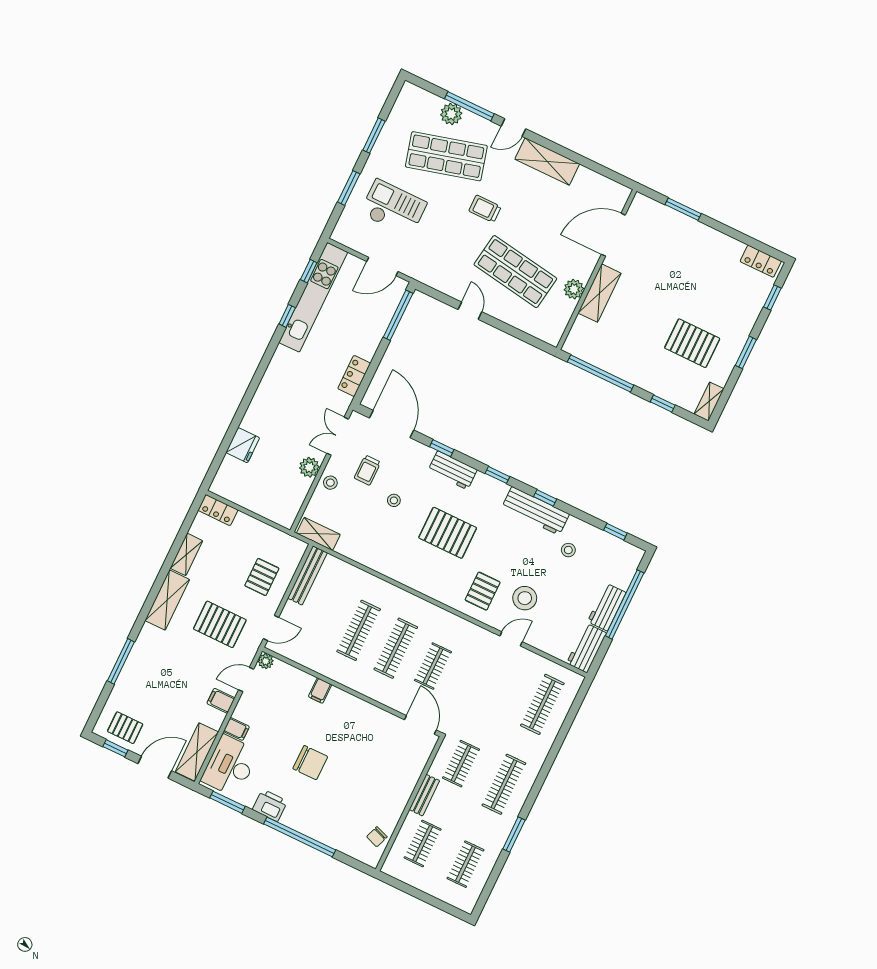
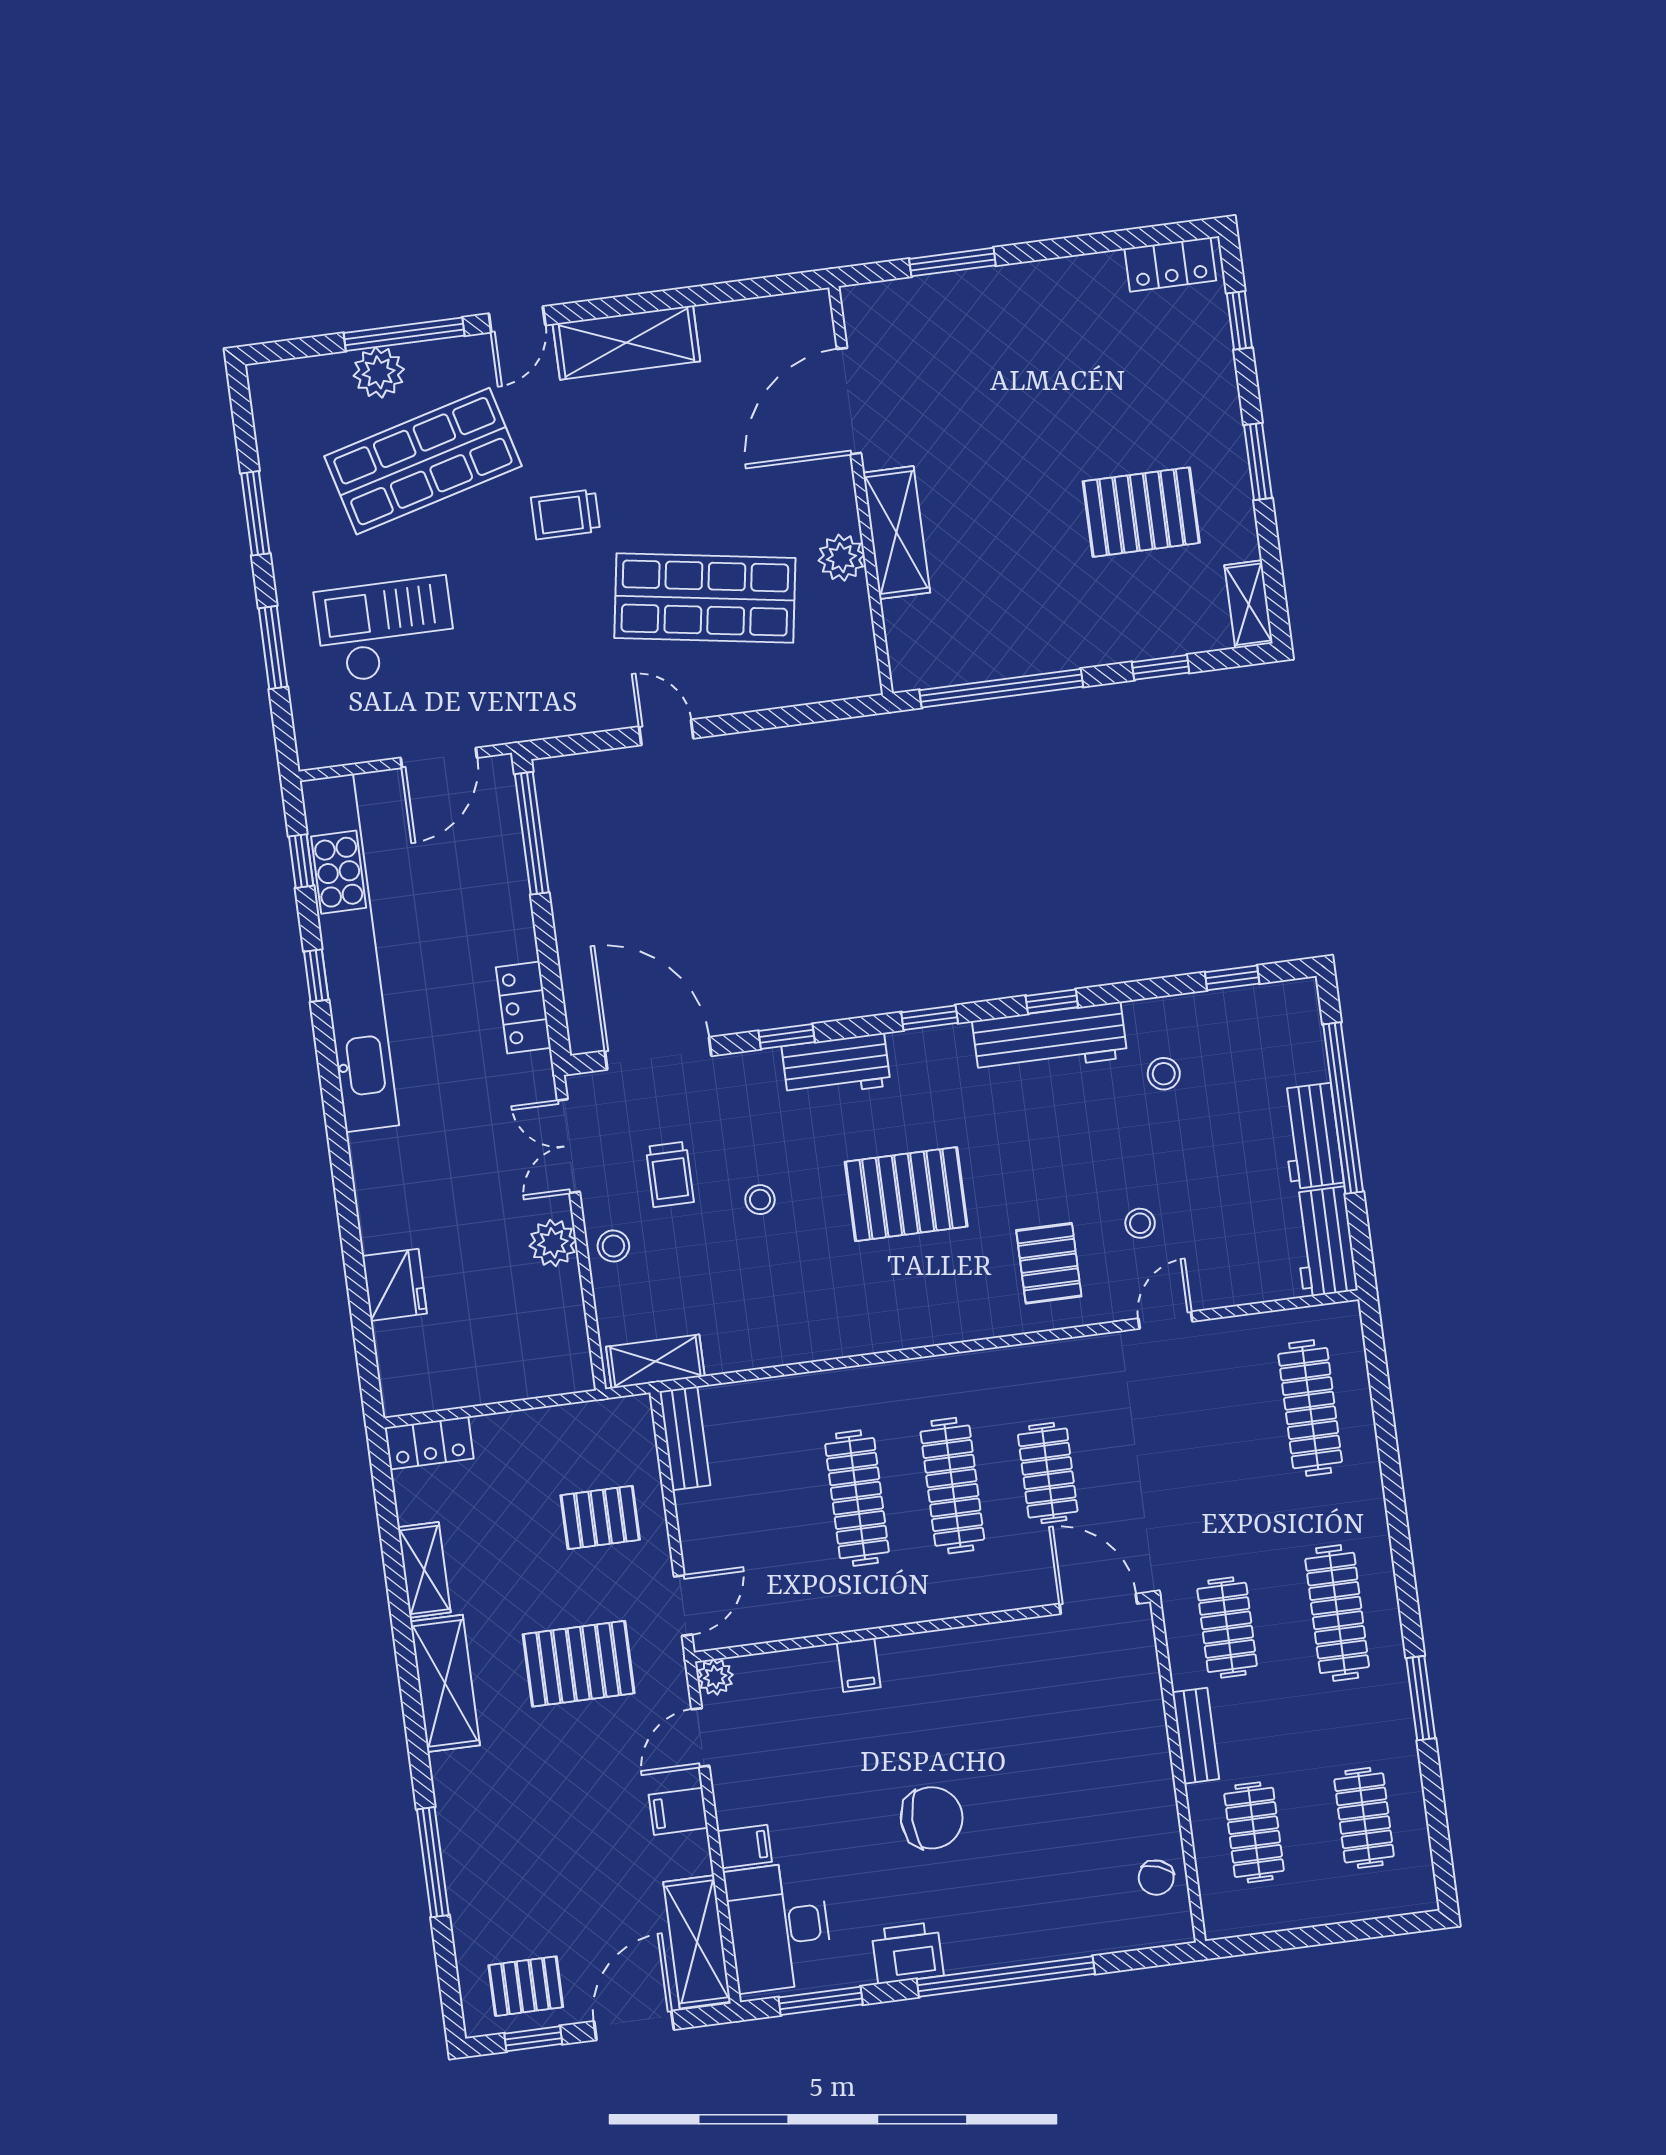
kitchen unit: (313, 297) -> (349, 953), width x1.36
bench: (307, 575) -> (685, 1438), width x0.73
pallet: (262, 577) -> (600, 1518), turned 90
stool: (525, 598) -> (1140, 1223), width x0.53, depth x0.53

